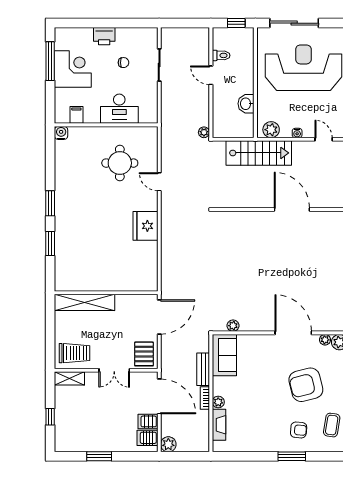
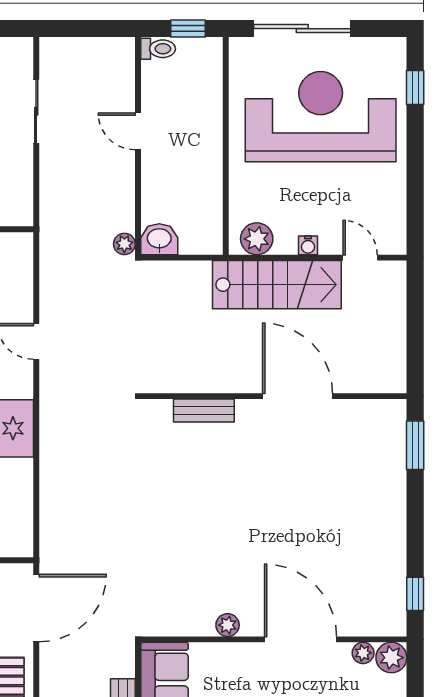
toilet: (221, 55) -> (158, 49), moved
washbasin: (246, 104) -> (159, 239), moved, turned 90
stairs: (259, 153) -> (277, 285), moved
bench: (244, 217) -> (204, 411), added
plant: (233, 326) -> (228, 625), moved

